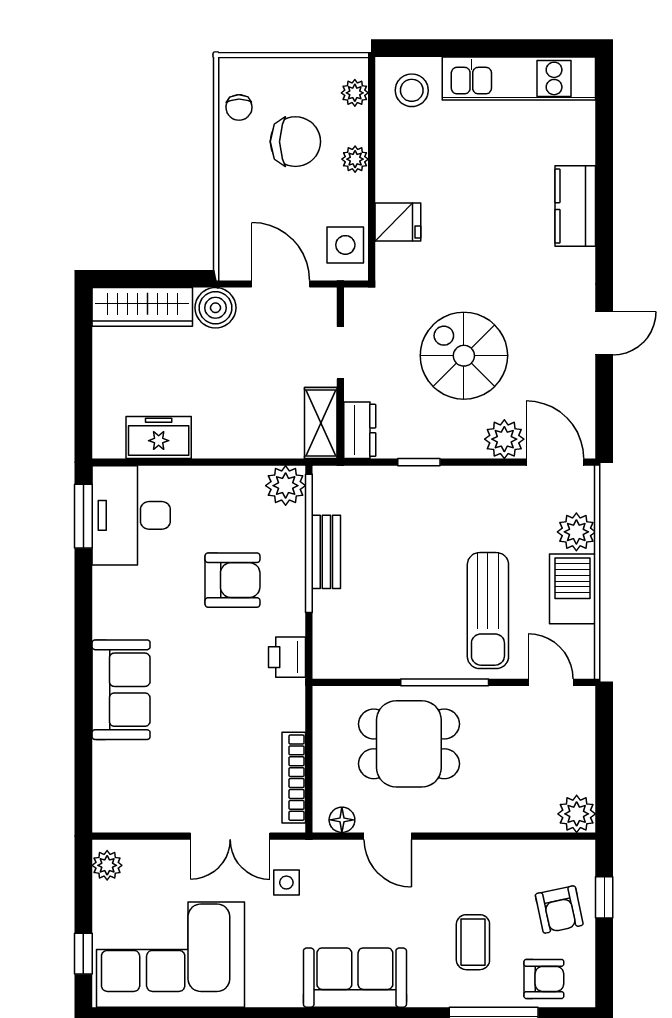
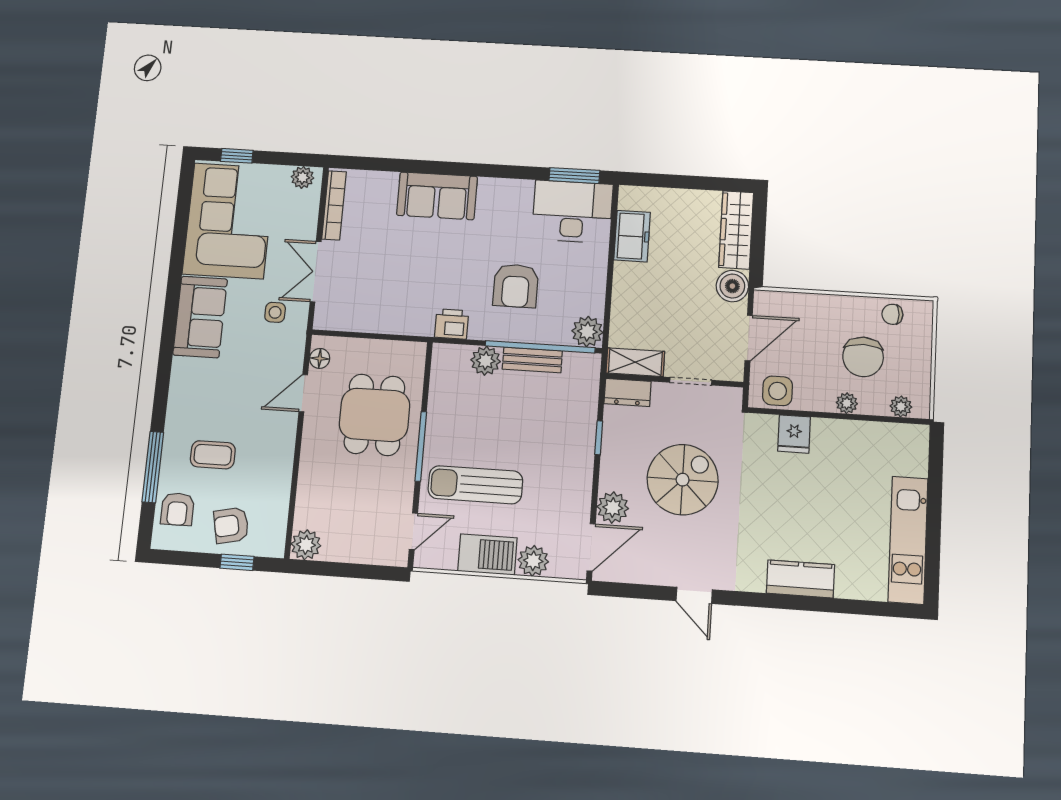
stool: (412, 90) -> (901, 452), removed
plant: (331, 610) -> (486, 361), added
bookcase: (294, 778) -> (334, 205), moved, turned 90
sofa: (355, 978) -> (200, 317), moved

